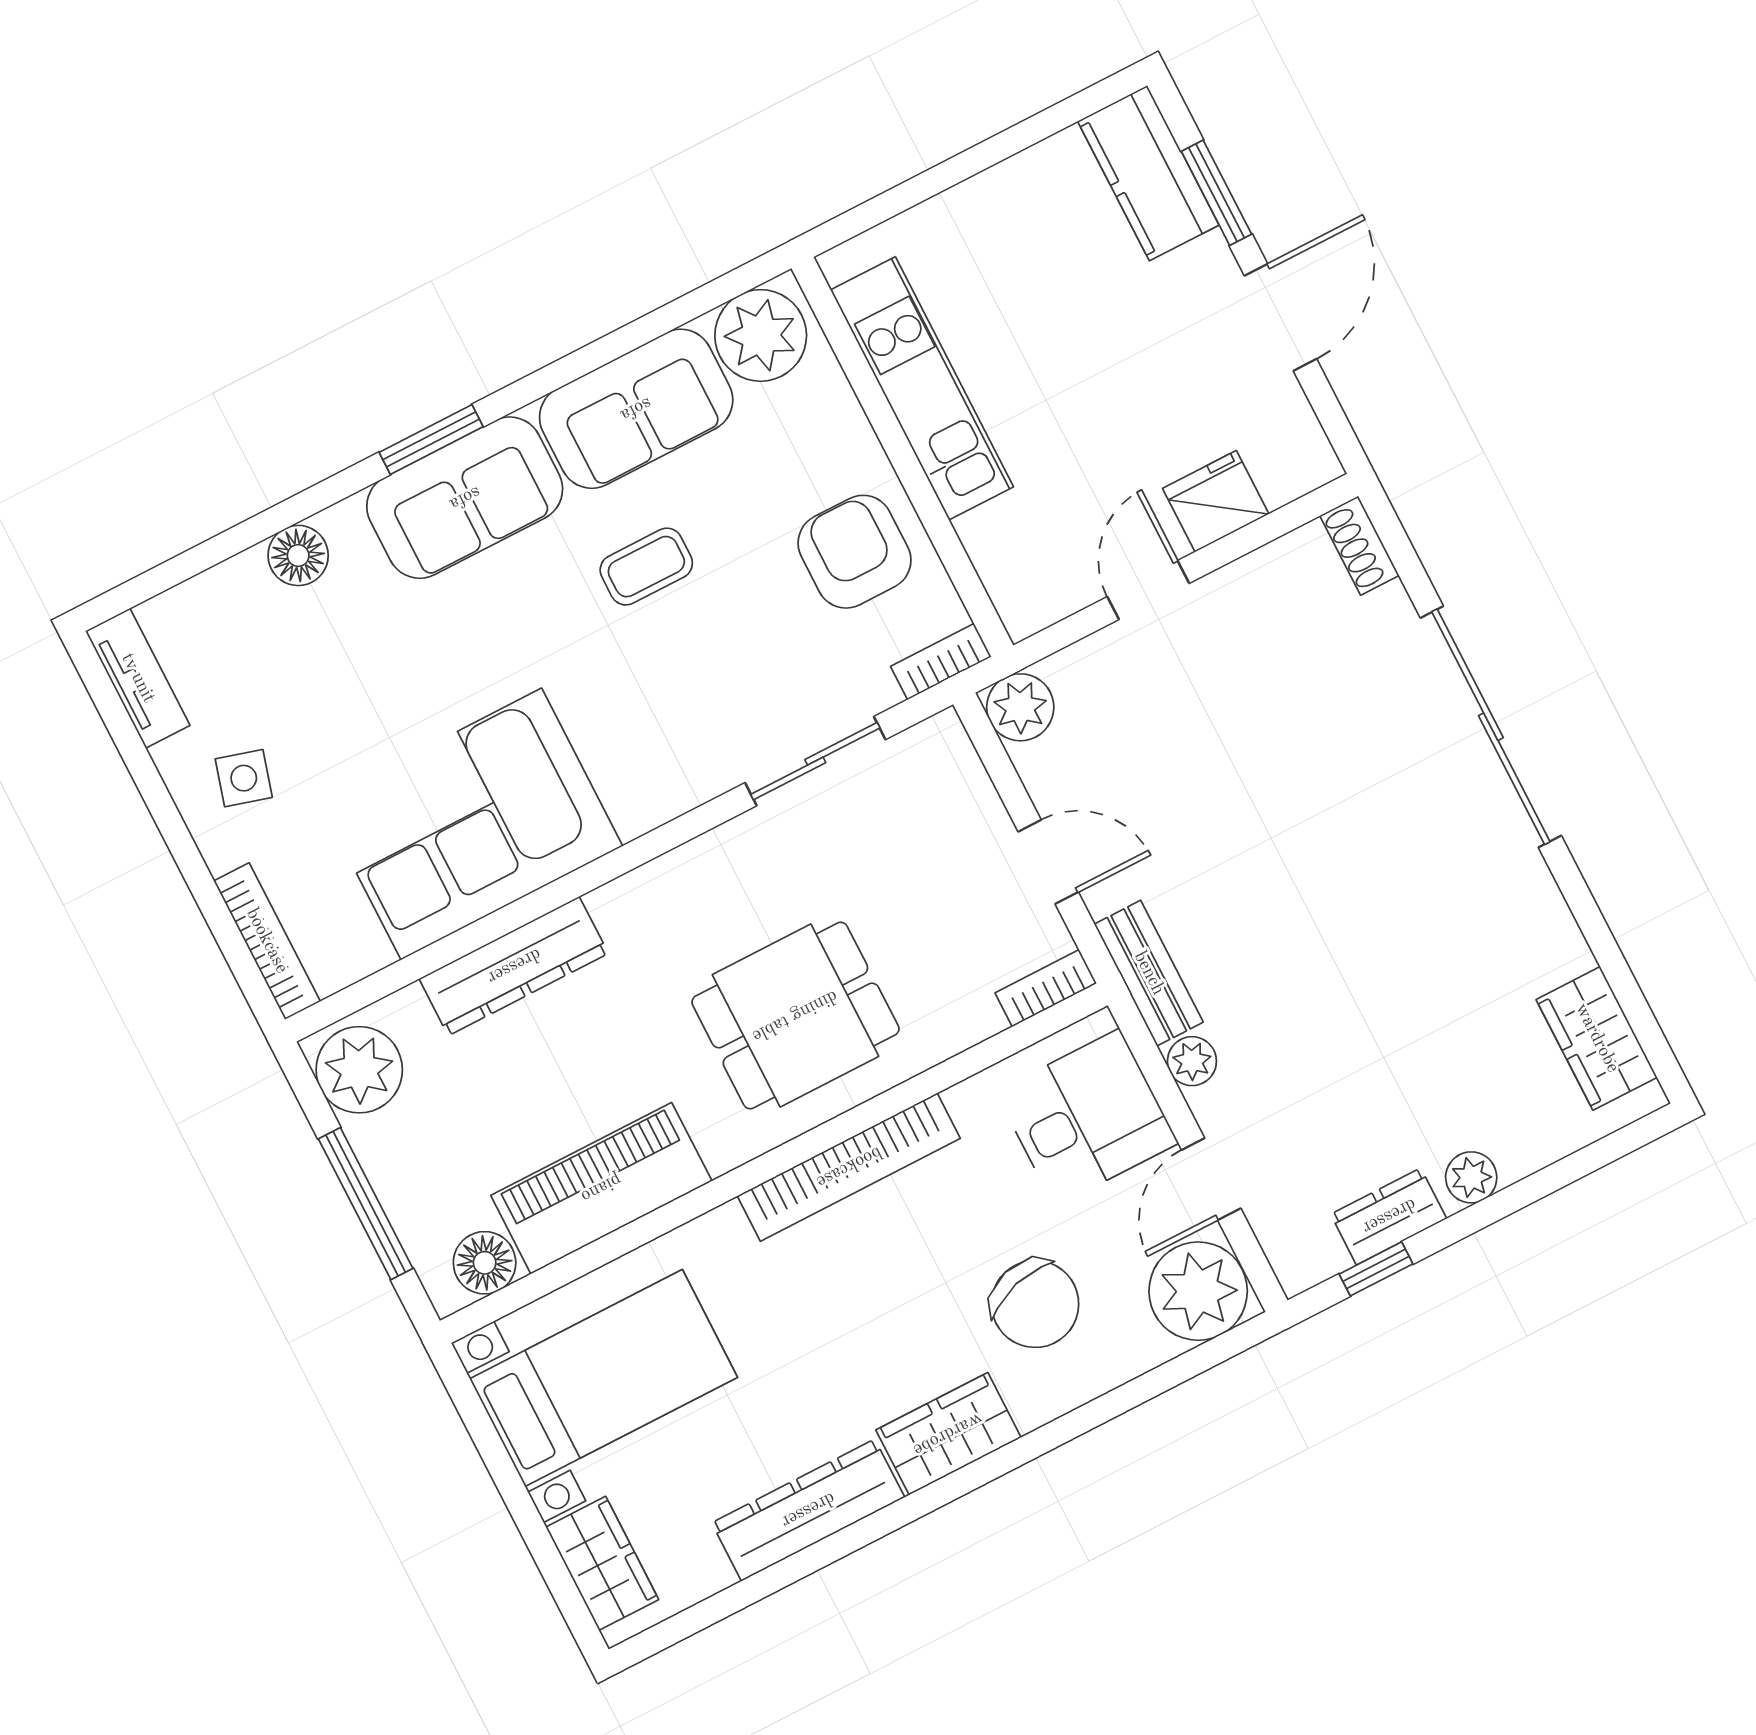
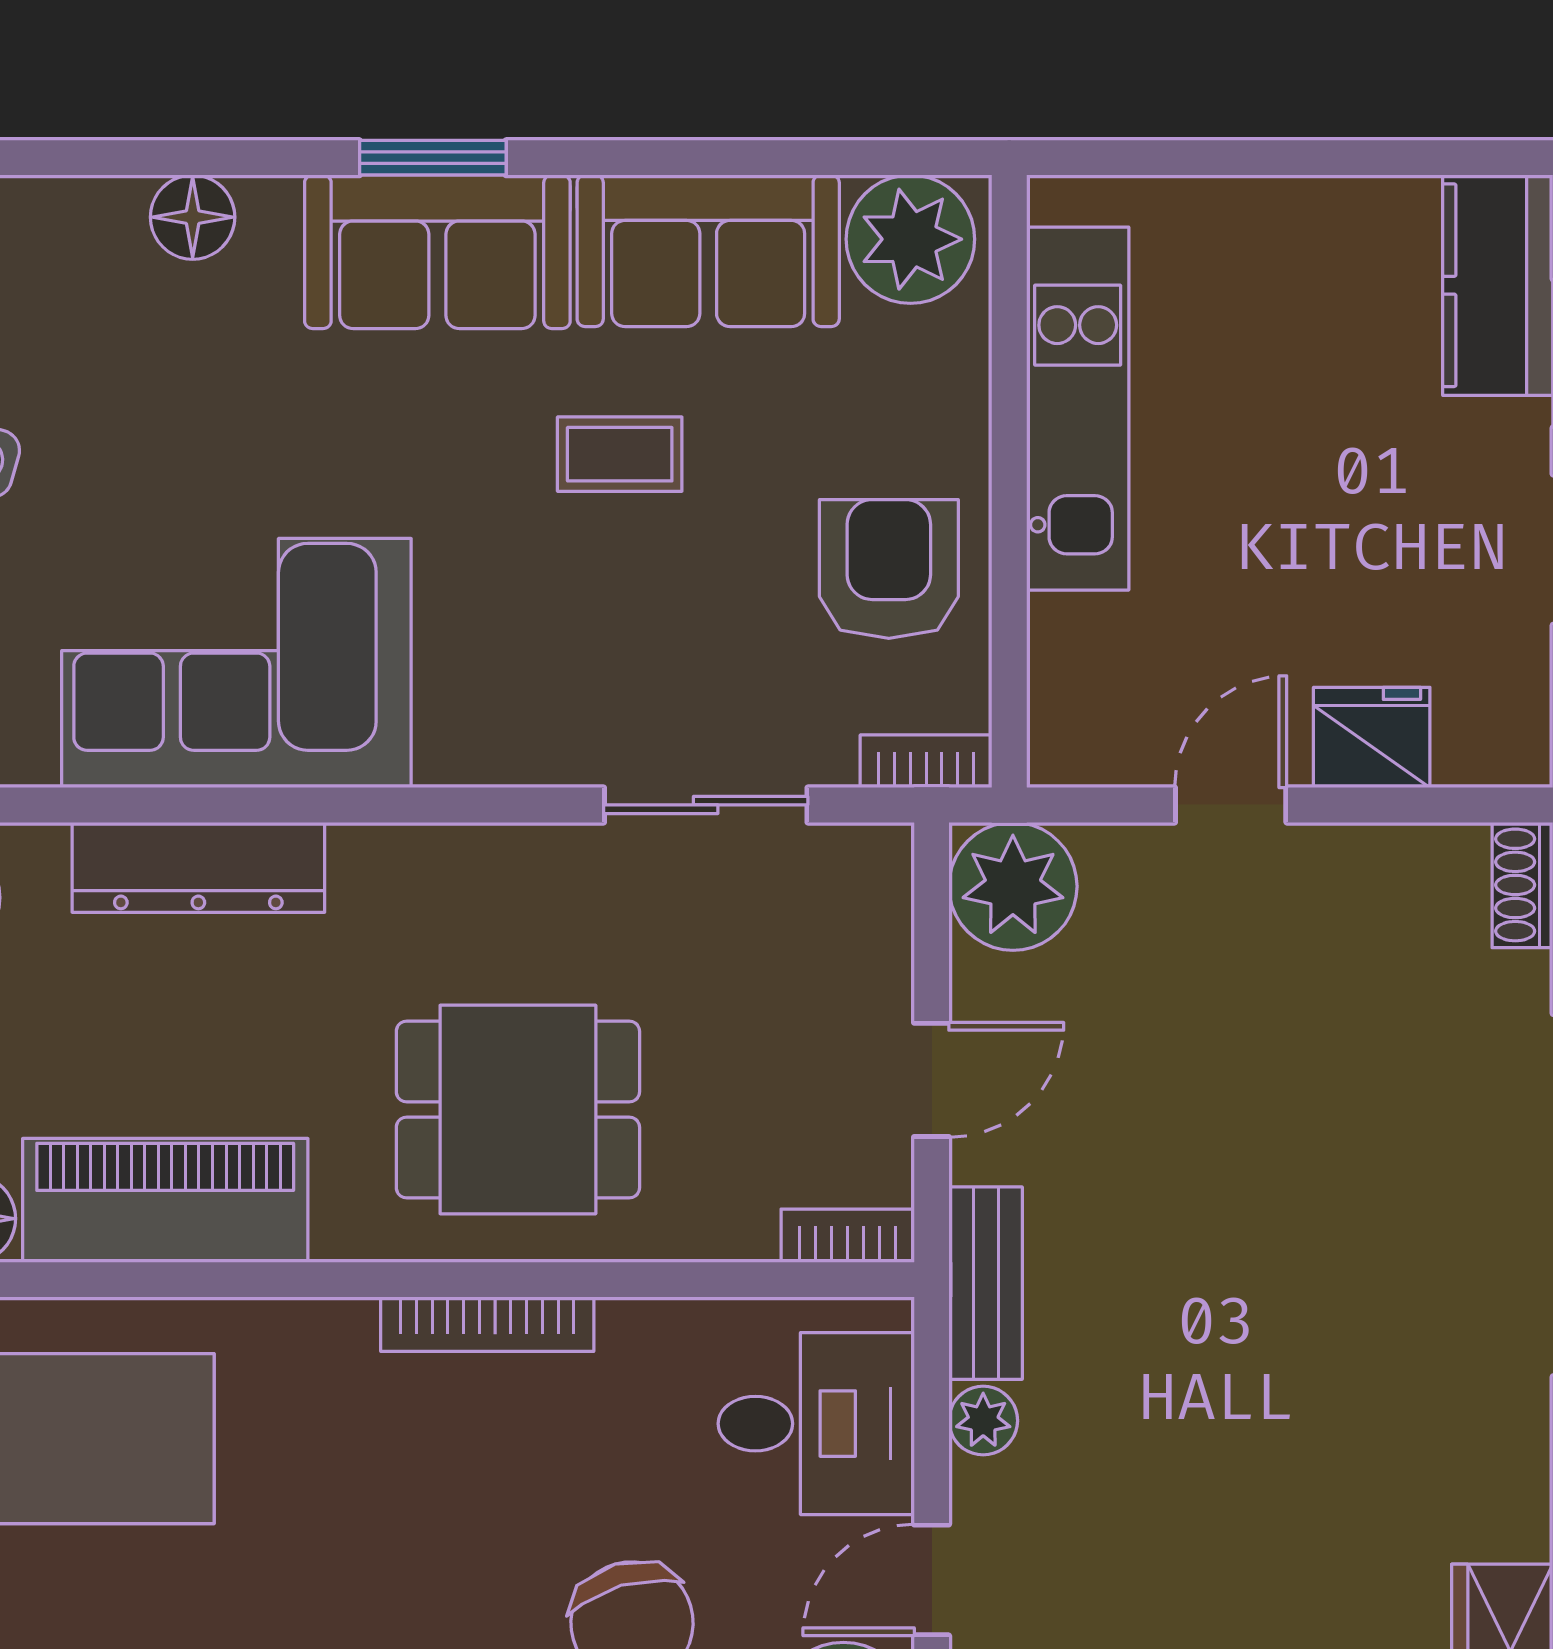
plant: (1020, 707) -> (1013, 886), width x1.36, depth x1.36
door: (1048, 862) -> (932, 1080), hinge flipped
bookcase: (849, 1167) -> (487, 1324), width x0.68, depth x0.76

